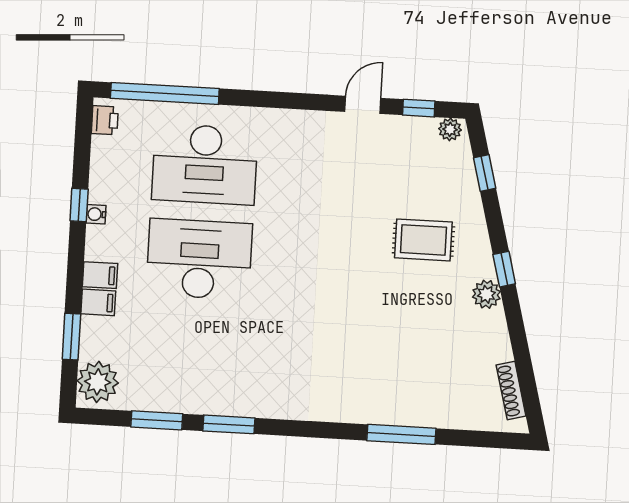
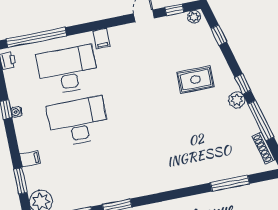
desk: (205, 164) -> (68, 70), turned 180
filing cabinet: (100, 275) -> (101, 39), moved, turned 90
window: (519, 341) -> (261, 120), added
window: (401, 434) -> (230, 183), moved

